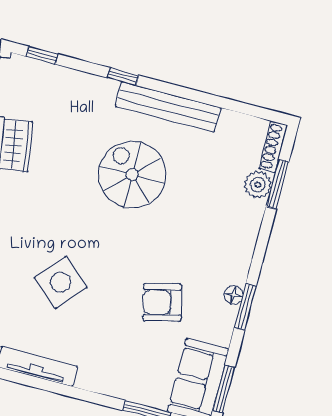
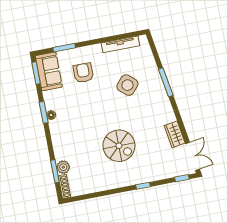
bench: (168, 107) -> (118, 182), removed
armchair: (162, 302) -> (83, 73), moved, turned -76

